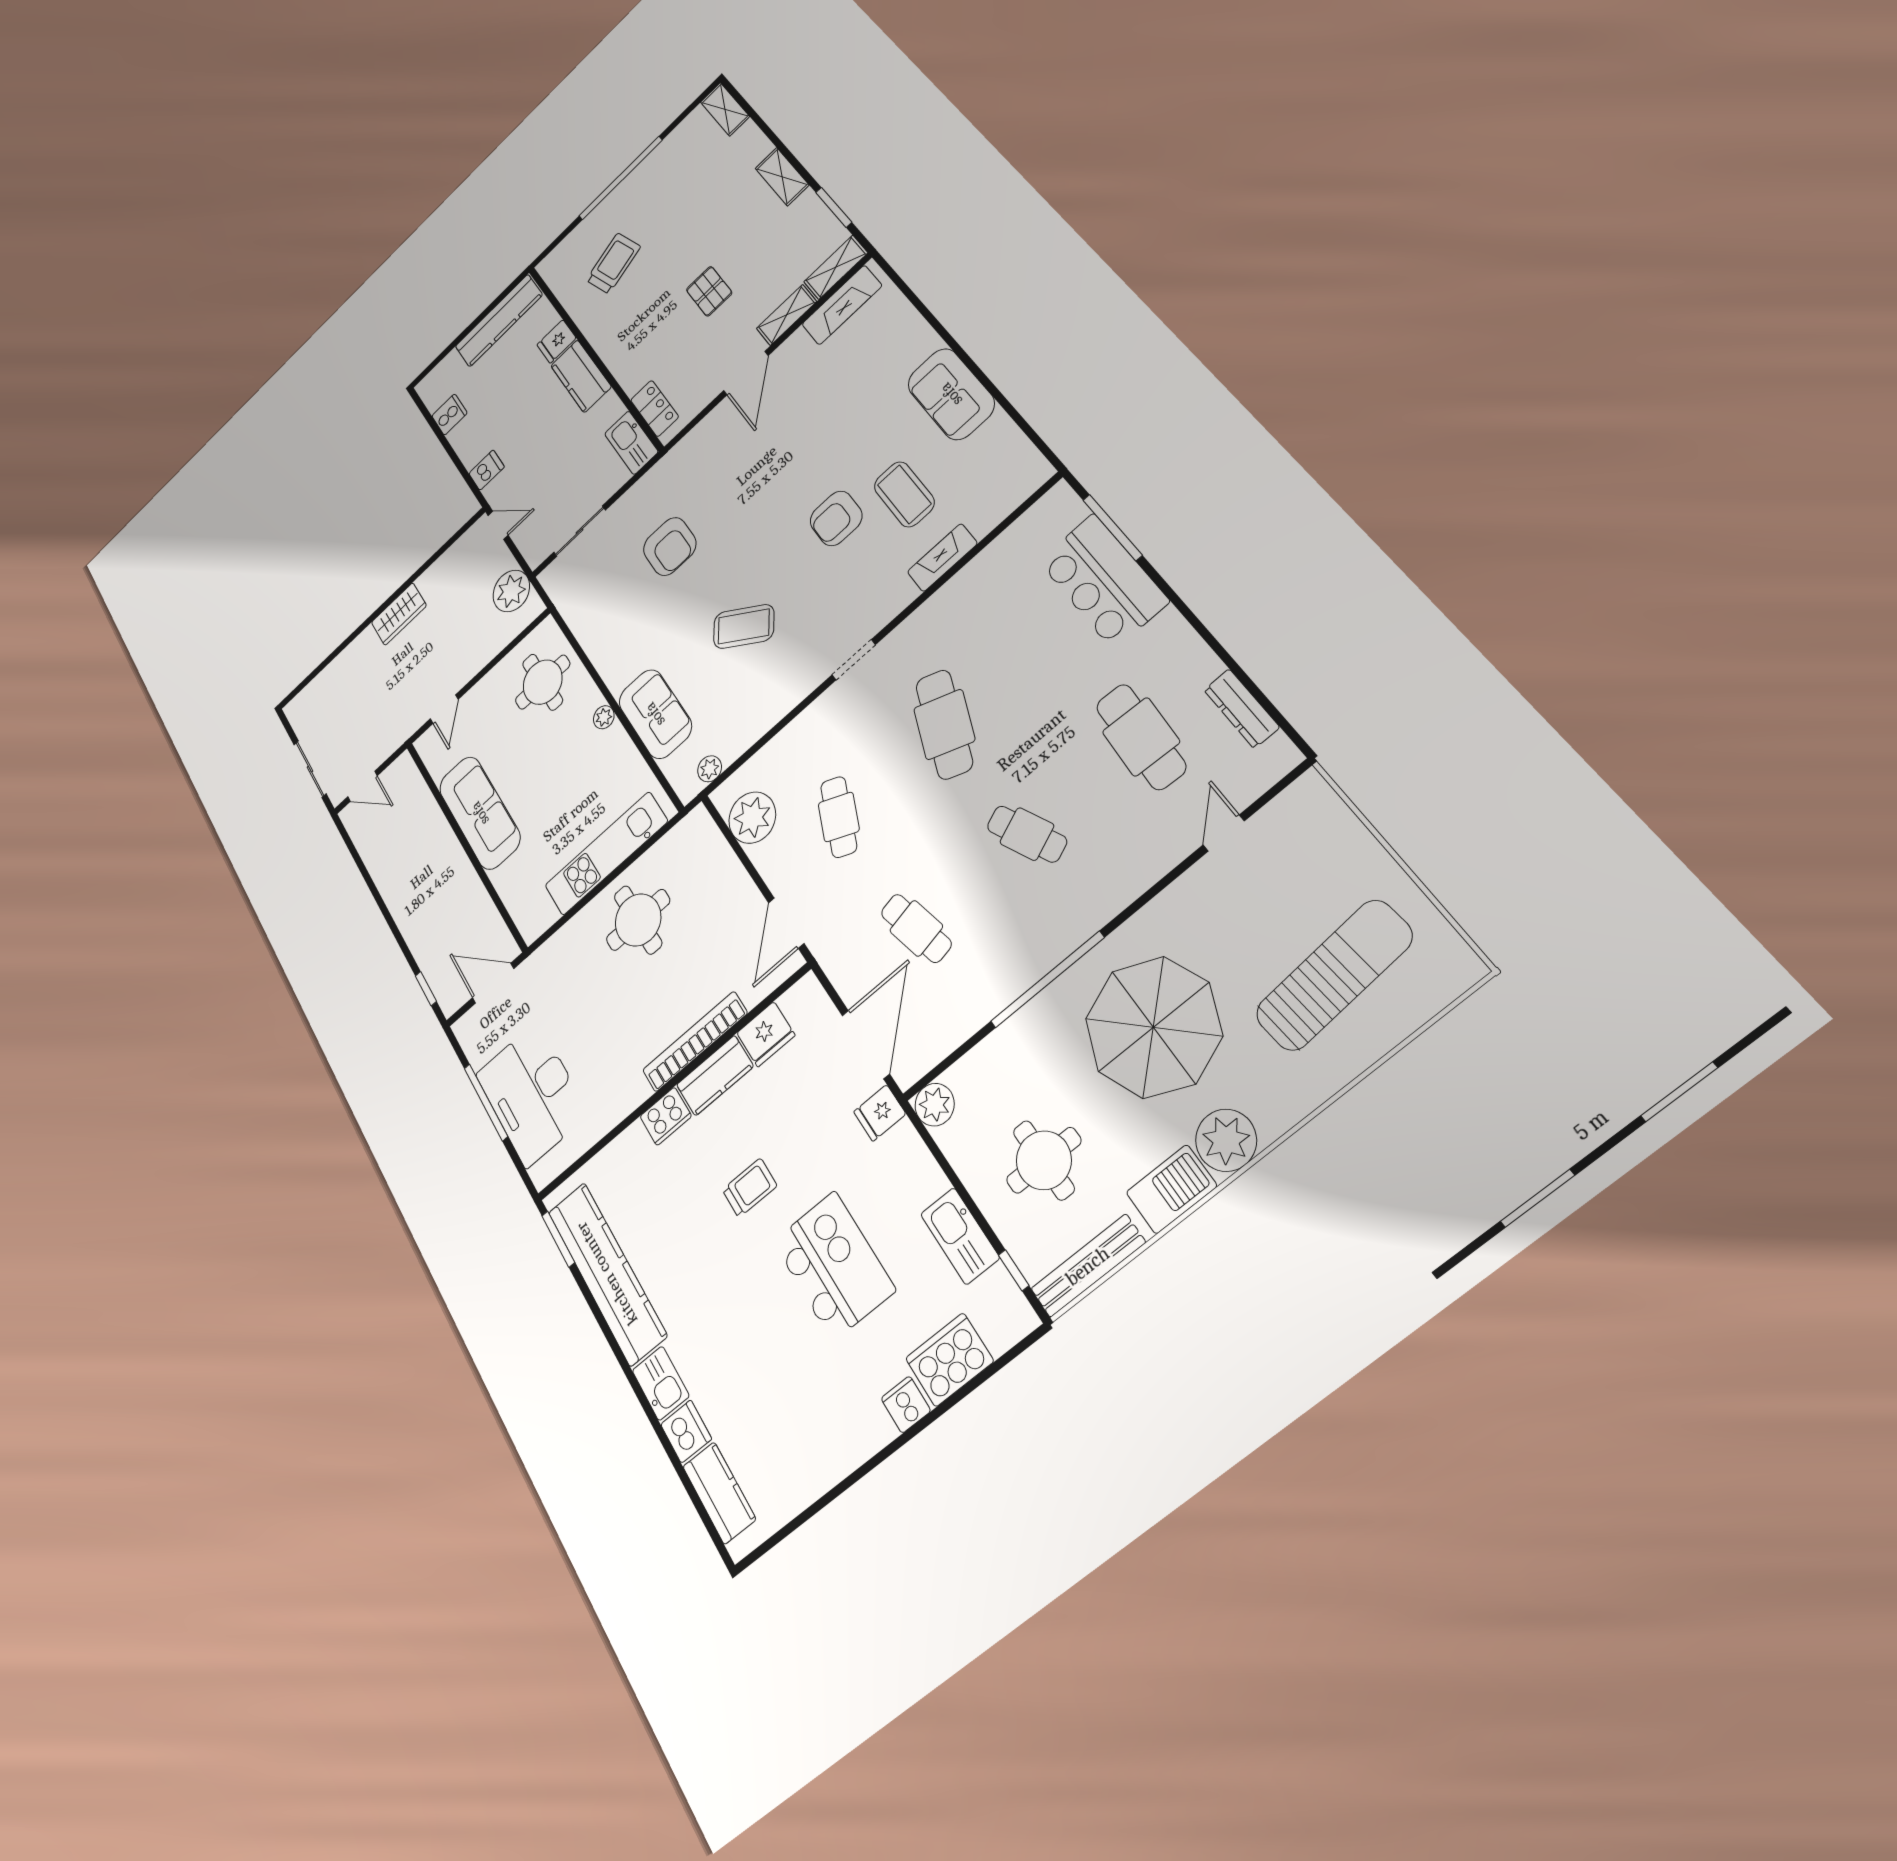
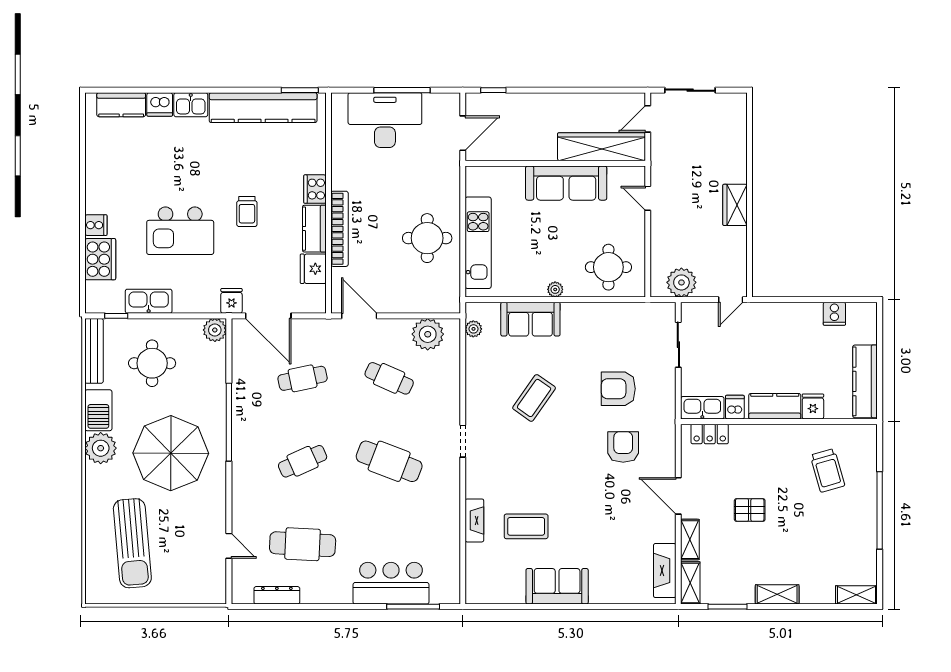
dishwasher: (487, 470) -> (735, 407), moved, turned 180
armchair: (836, 518) -> (623, 447), moved
wardrobe: (419, 809) -> (602, 147), added

